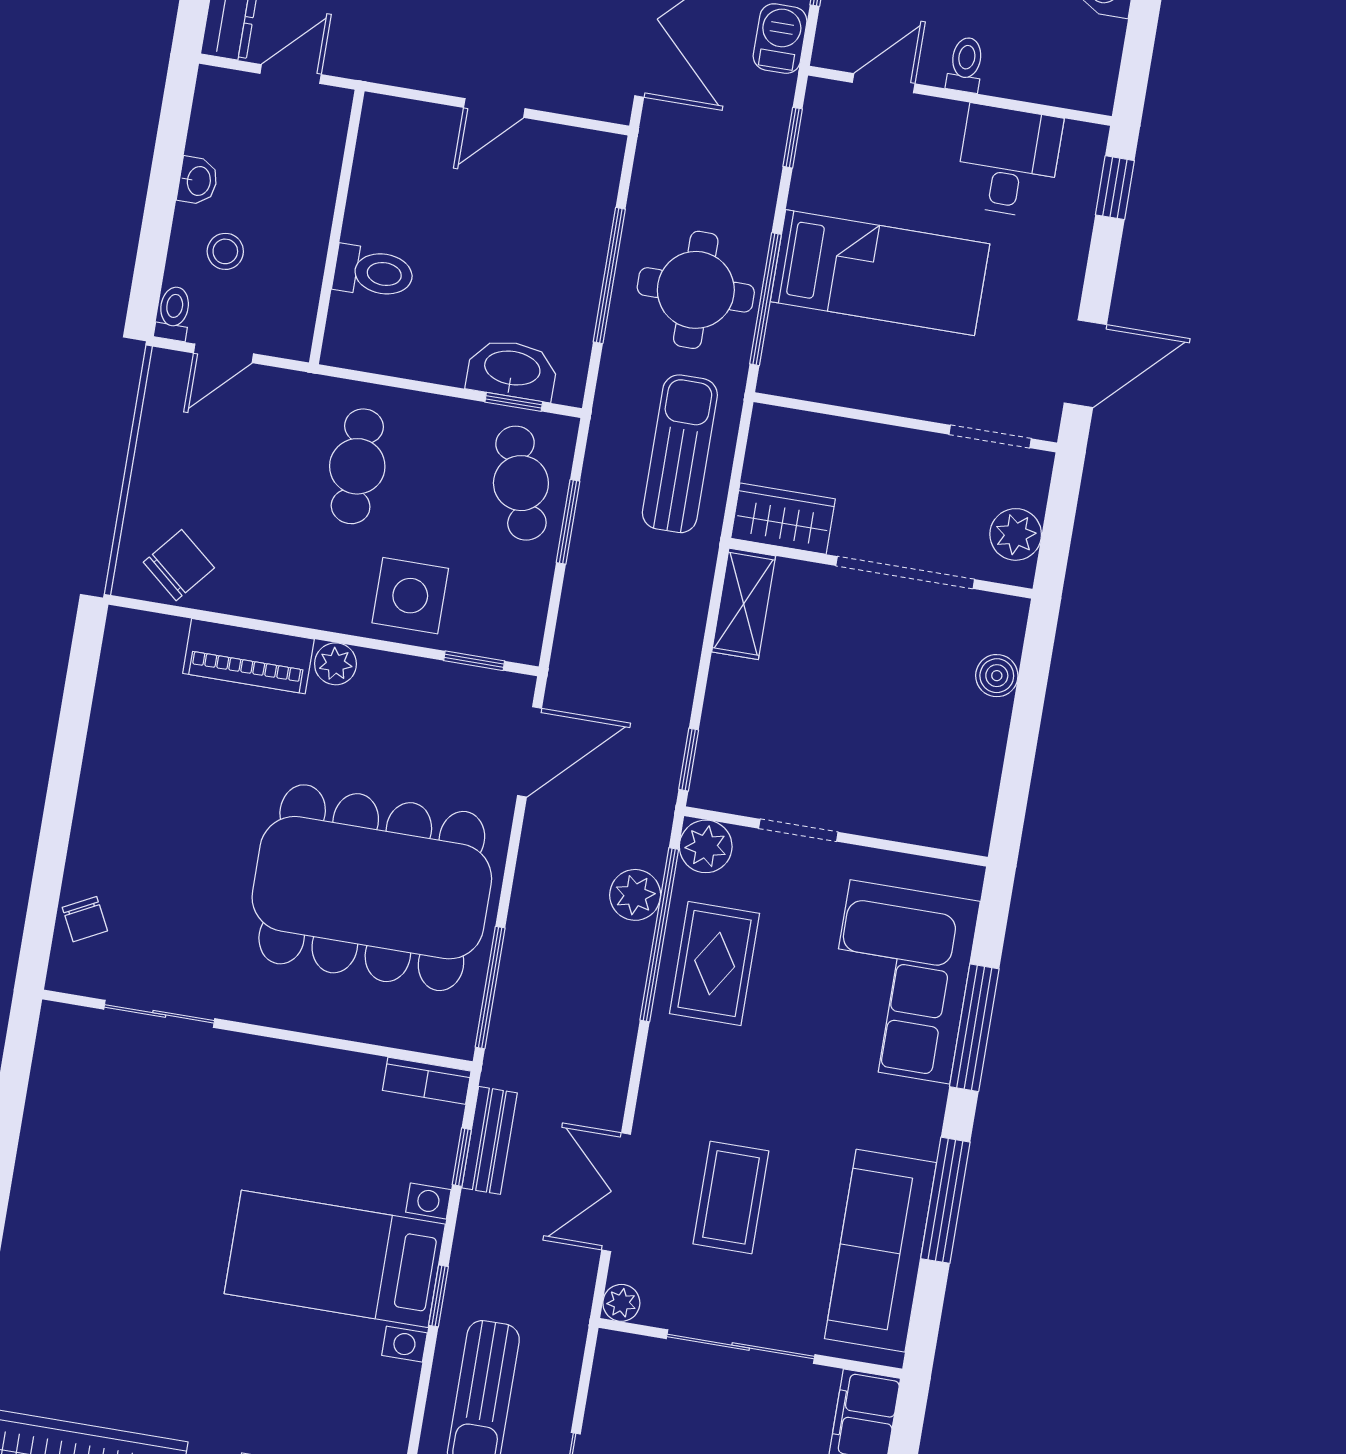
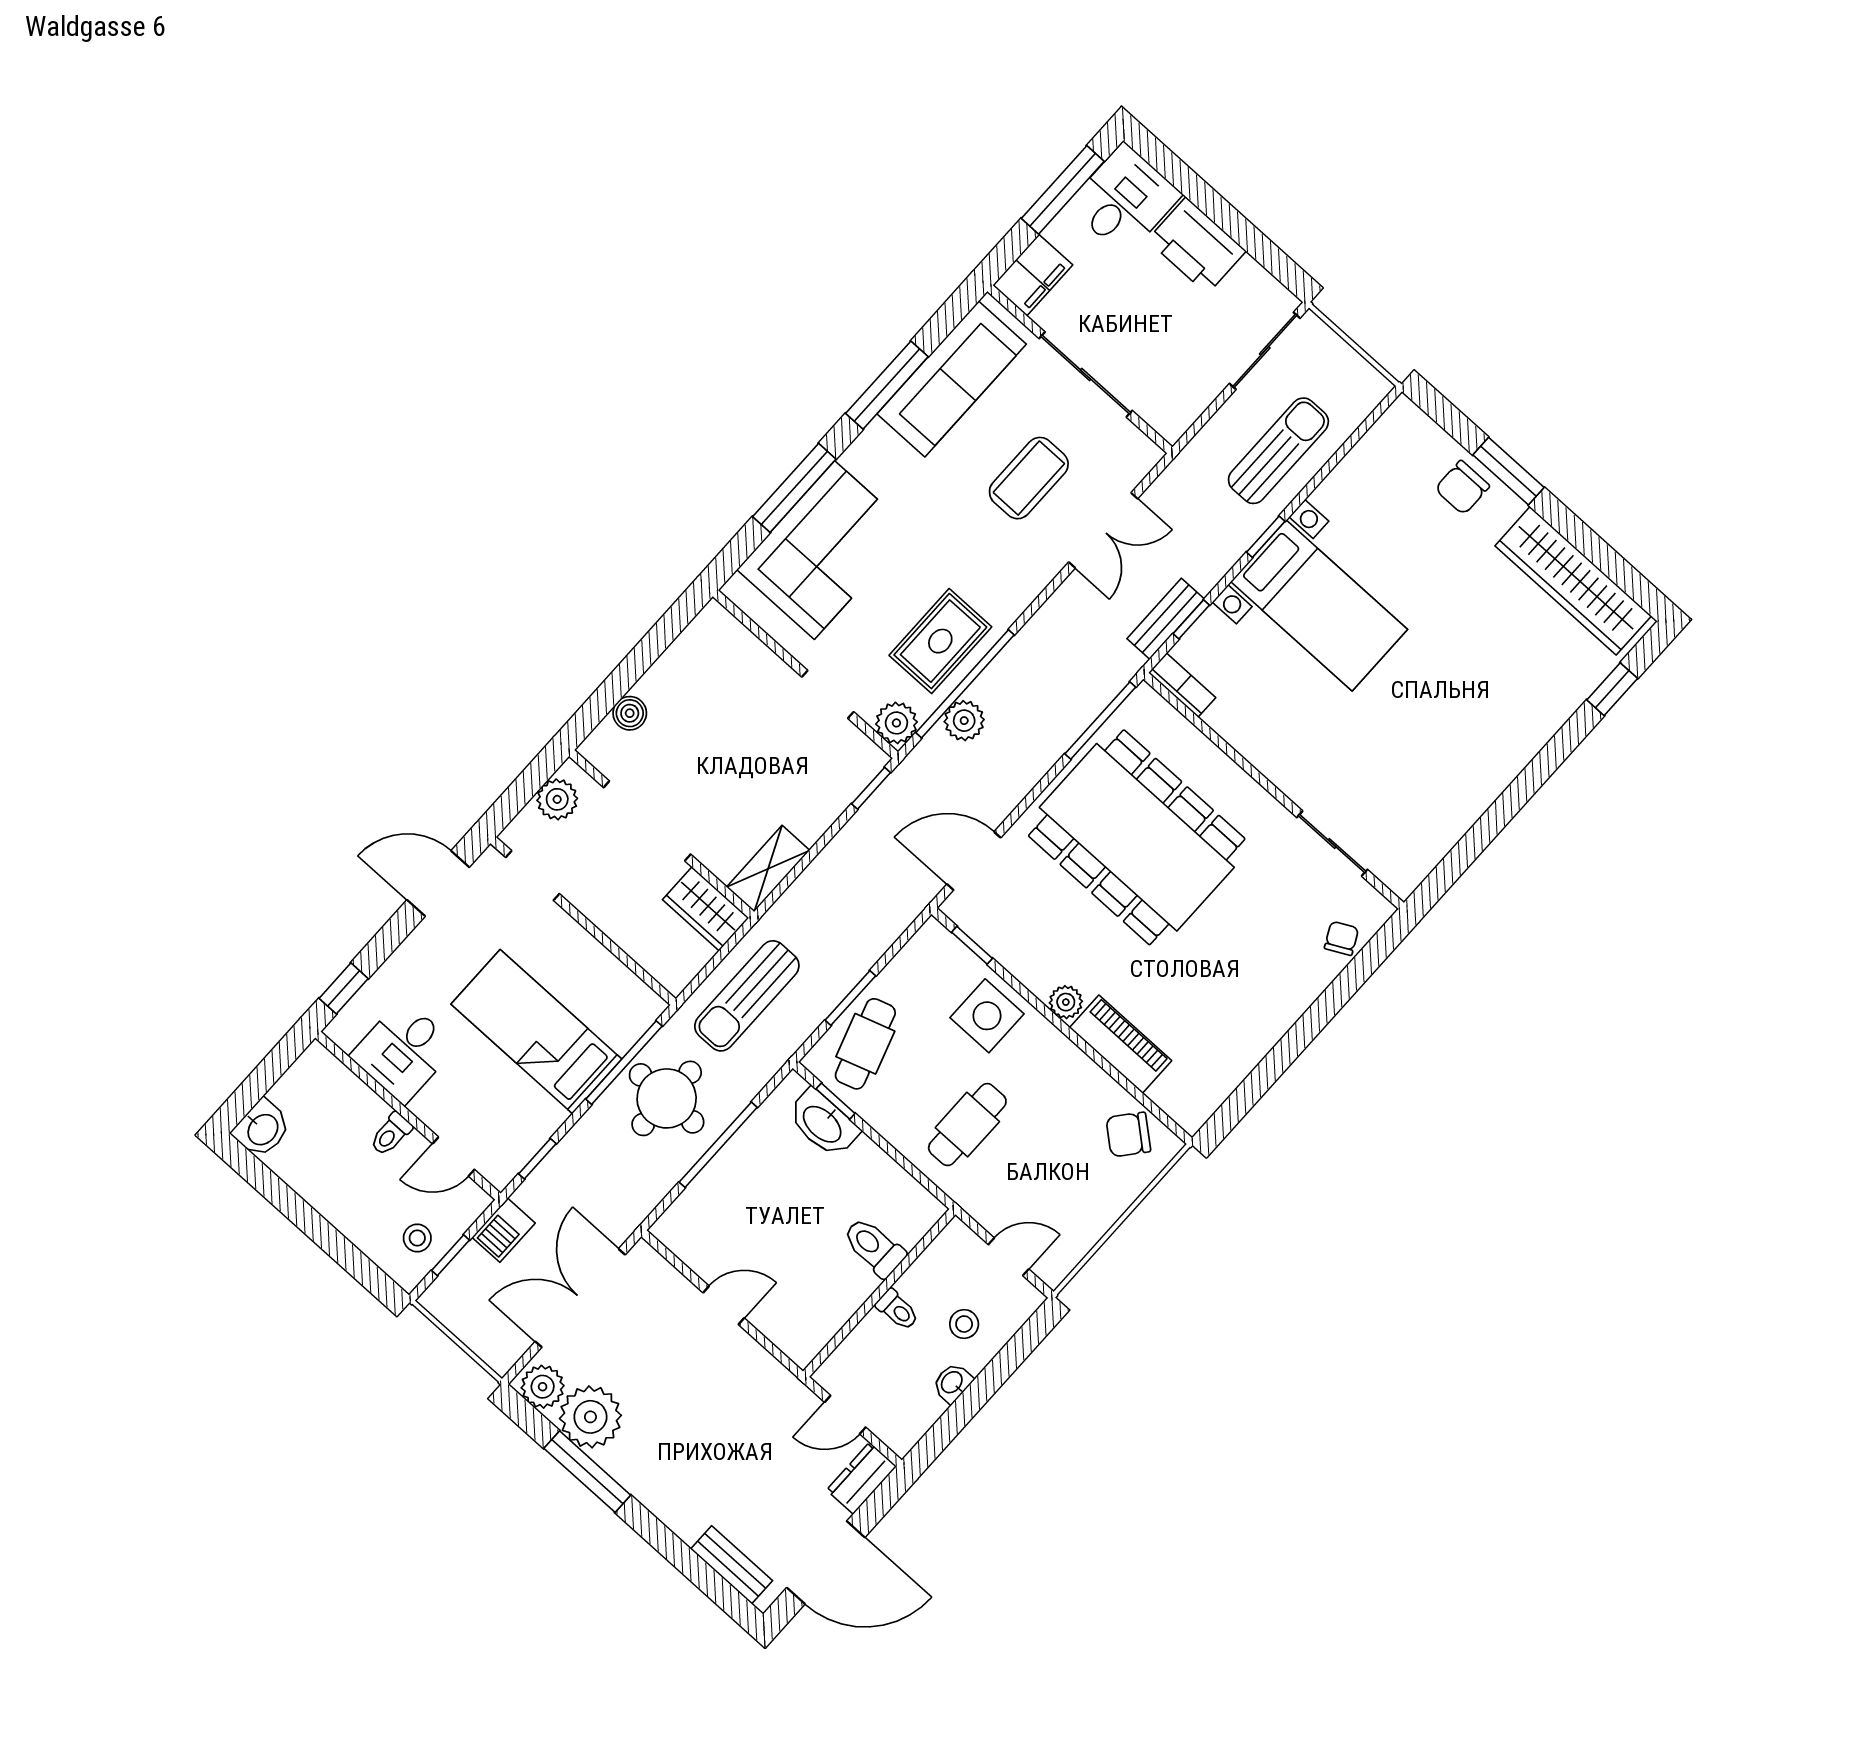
toilet: (173, 313) -> (897, 1310), moved, turned -90
plant: (621, 1303) -> (1147, 454), removed

